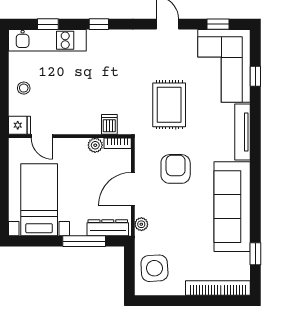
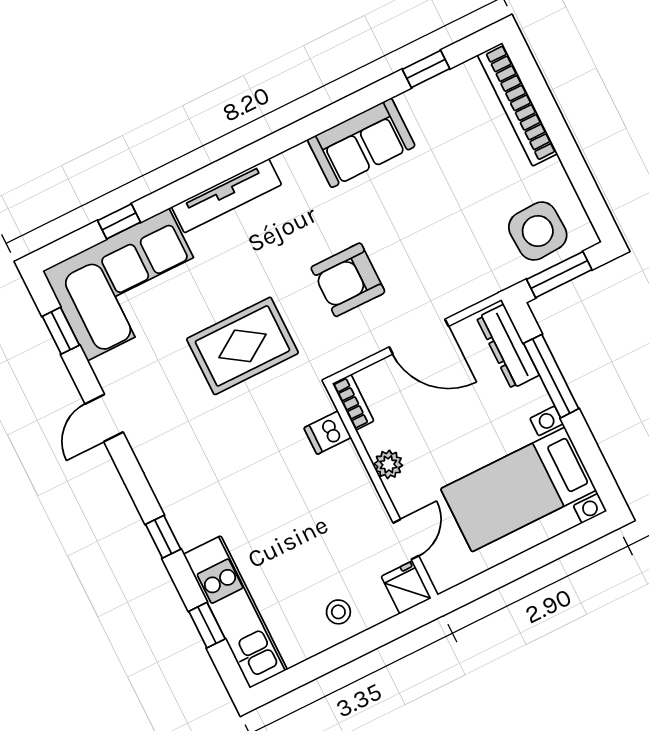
plant: (95, 145) -> (388, 464), moved
sofa: (232, 207) -> (361, 143), width x0.54, depth x0.79
plant: (141, 224) -> (473, 292), removed
window: (129, 268) -> (559, 275), added

